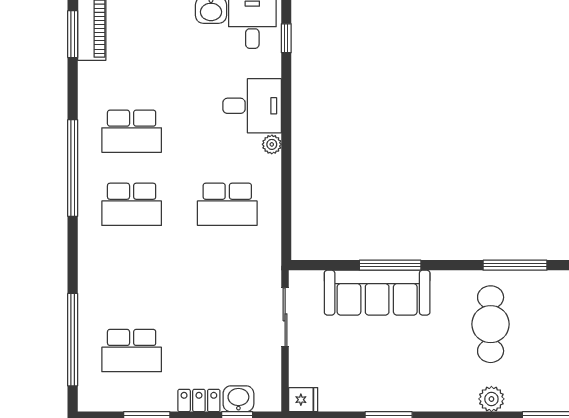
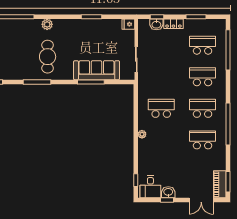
desk: (252, 106) -> (150, 151), removed
school desk: (132, 277) -> (203, 77), added

